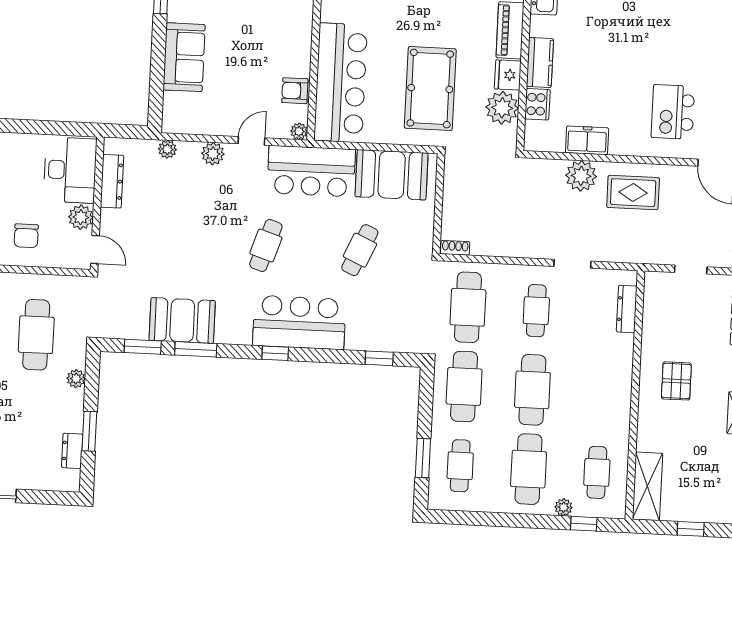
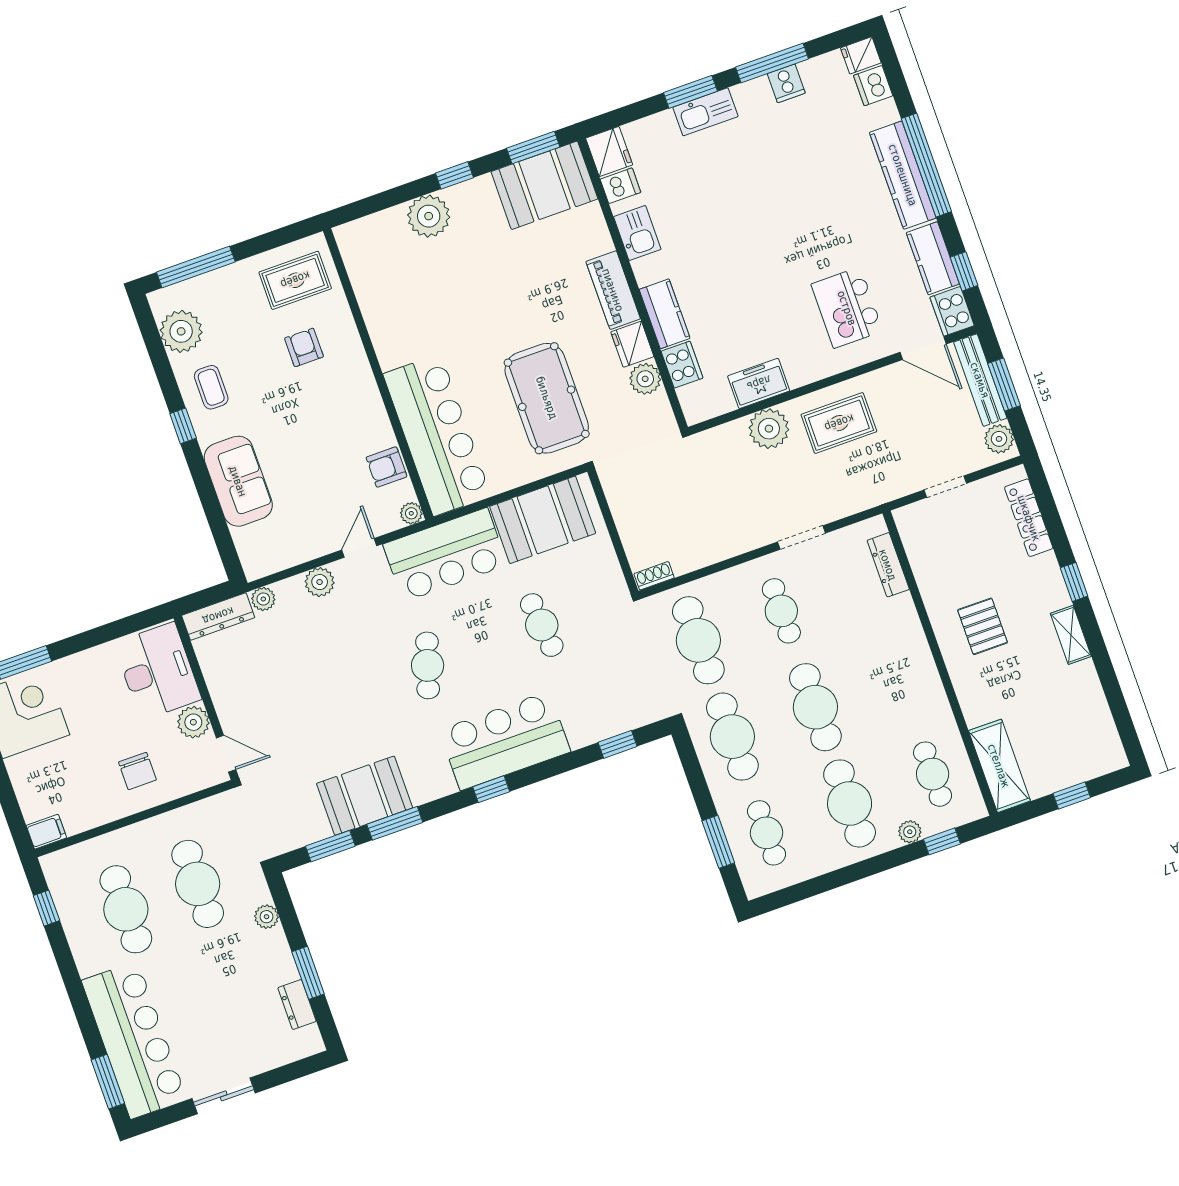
plant: (502, 108) -> (645, 379), width x0.73, depth x0.73
dresser: (112, 181) -> (218, 616), moved, turned 90
cafe table: (360, 250) -> (542, 625), turned -30

